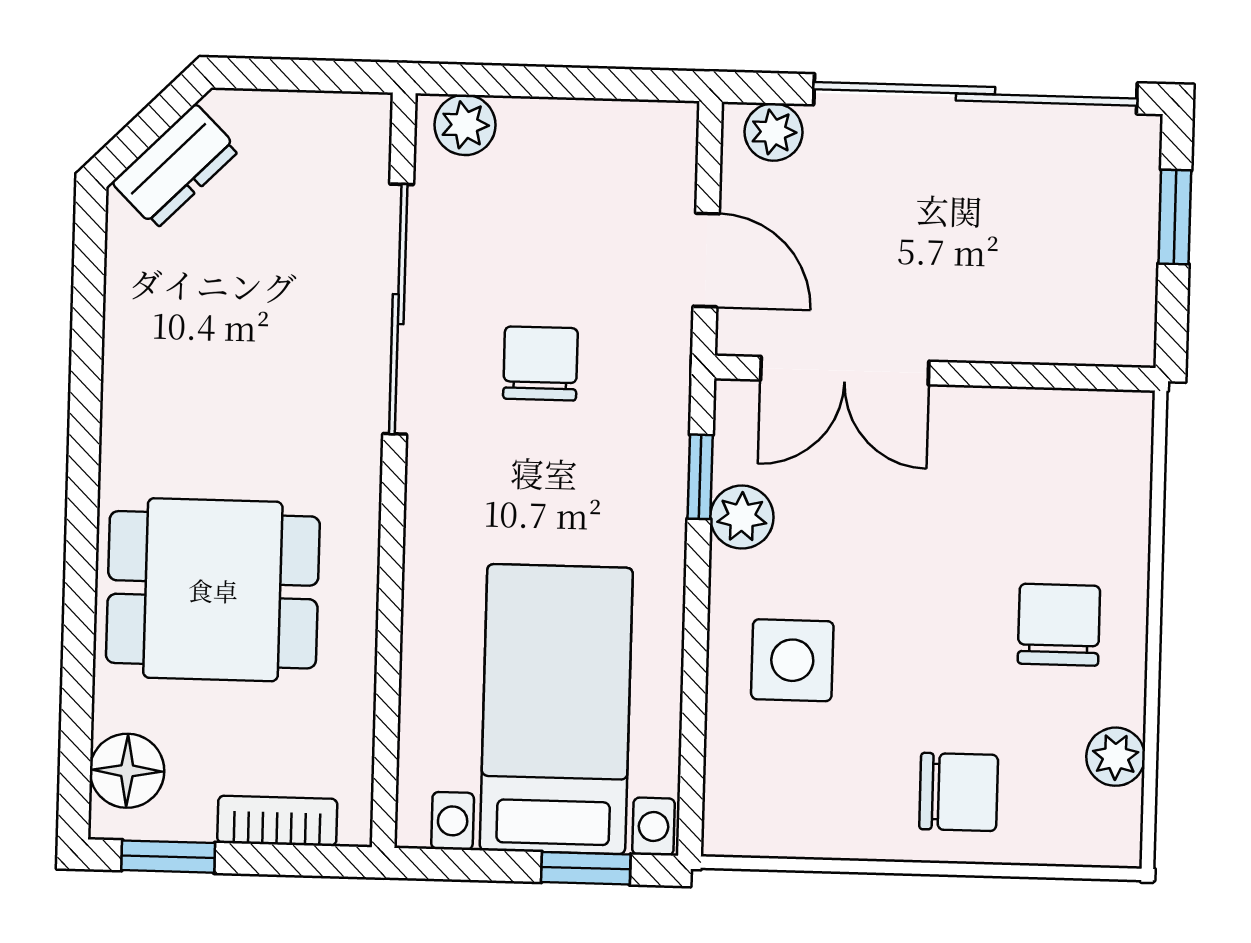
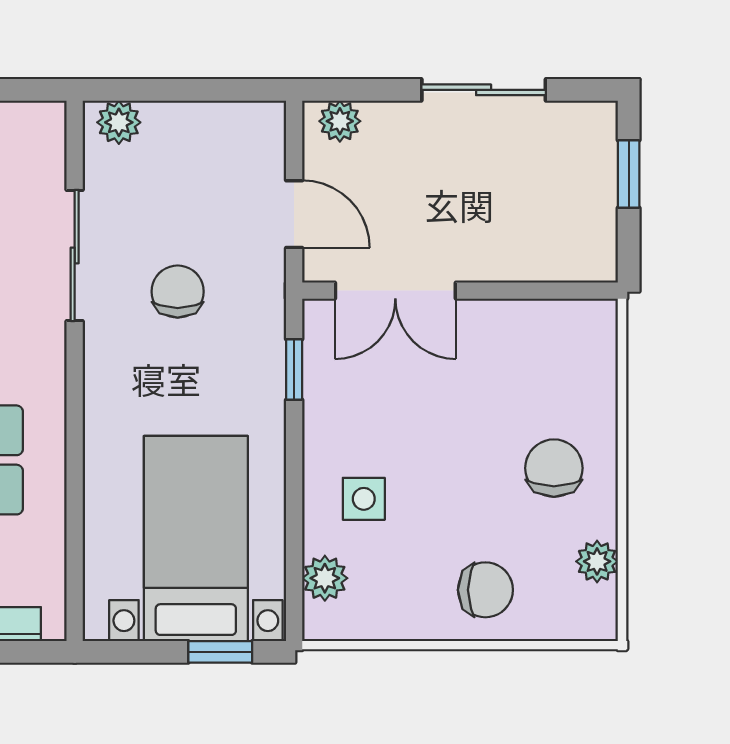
sliding door: (975, 94) -> (484, 90), width x0.54
sliding door: (398, 309) -> (75, 255), width x0.73
plant: (742, 517) -> (325, 578), moved
side table: (792, 660) -> (364, 499), width x0.73, depth x0.73

